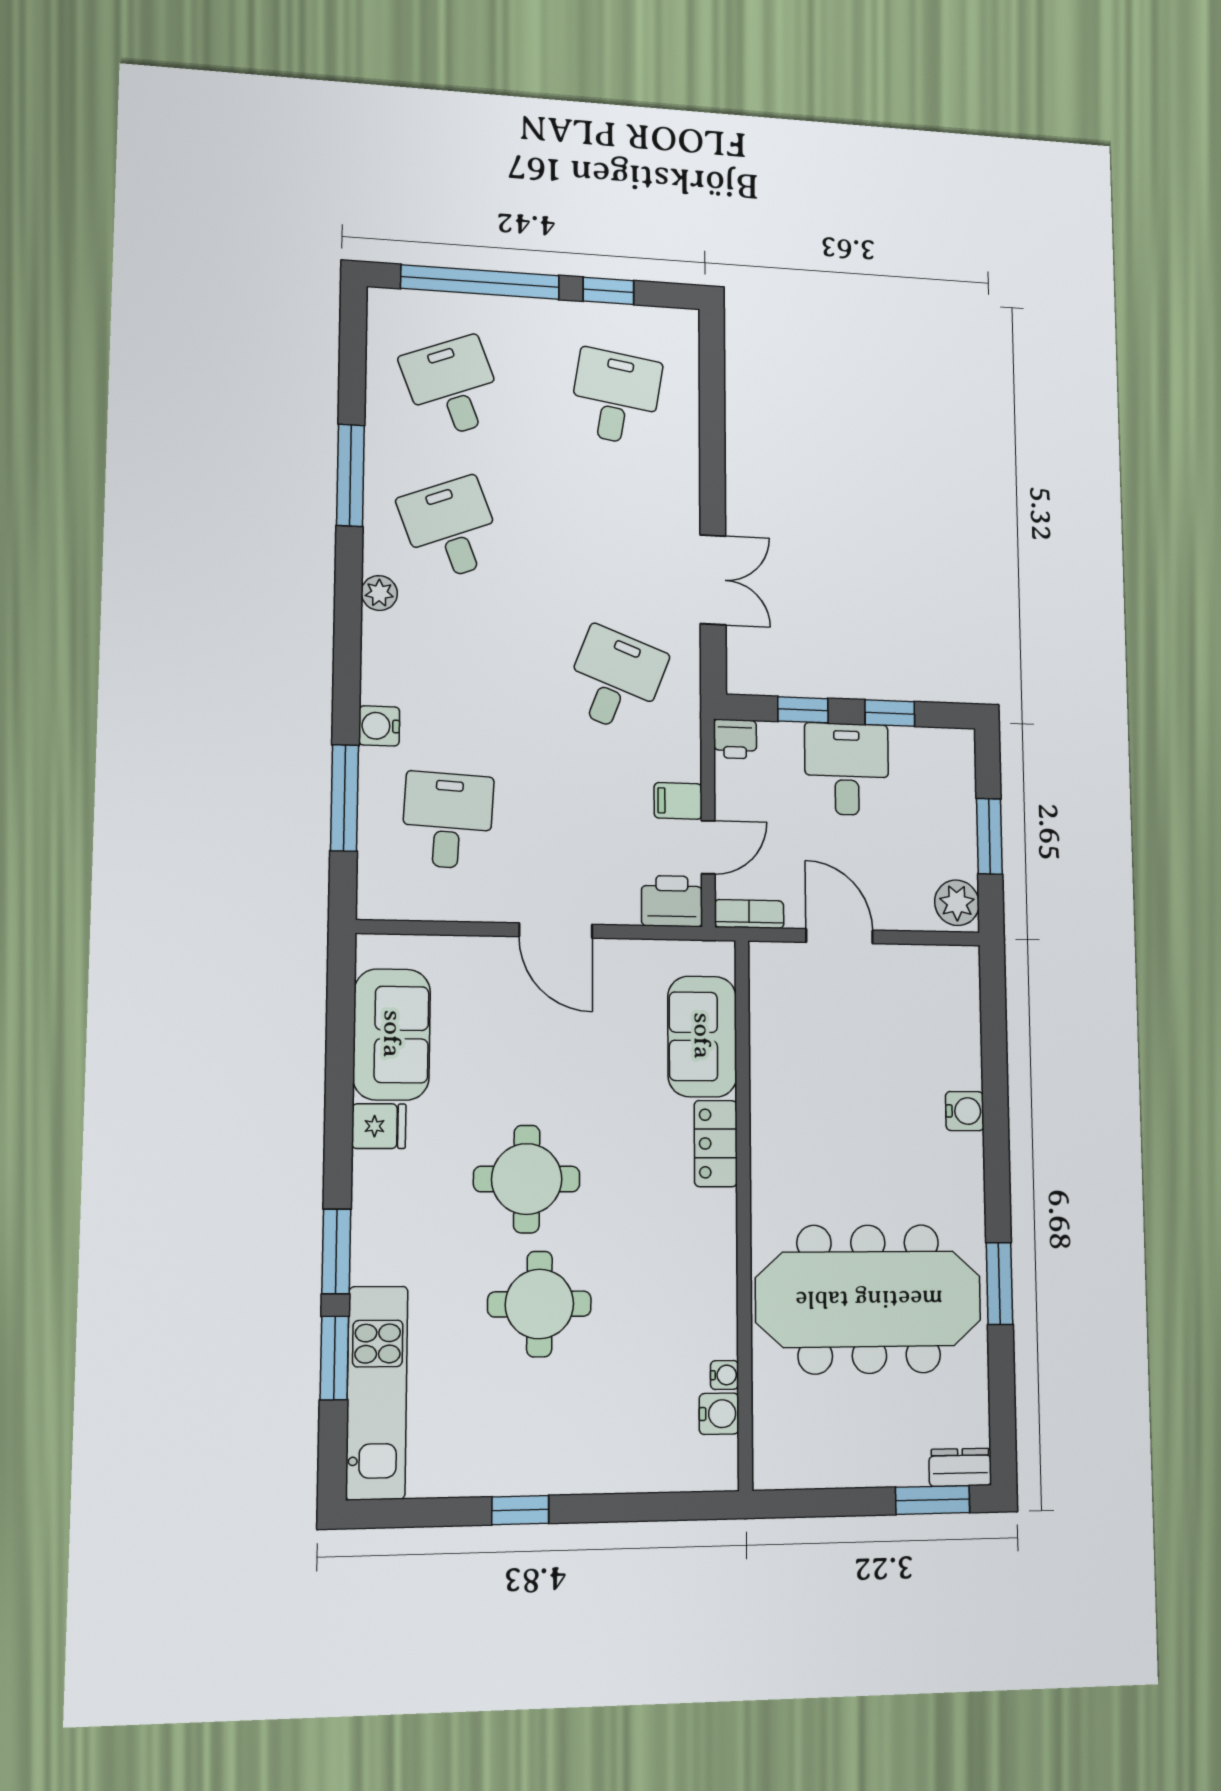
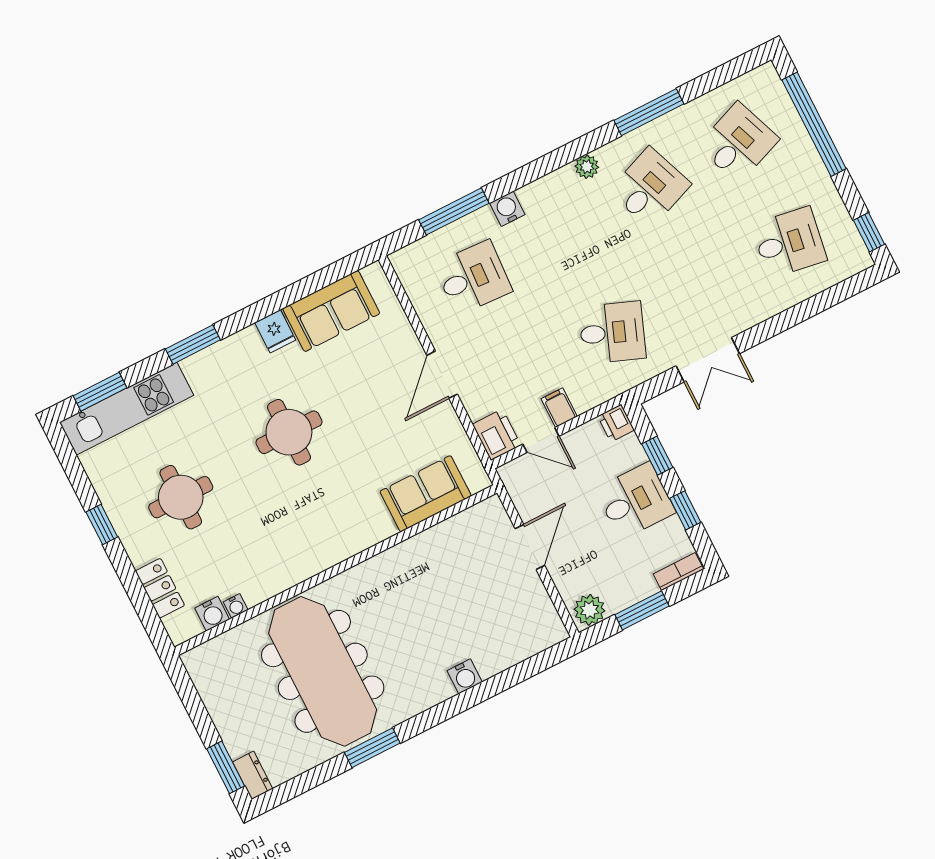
window: (608, 291) -> (869, 232), moved
bookcase: (749, 914) -> (678, 572), moved, turned -90
locker: (716, 1144) -> (160, 588), moved, turned 90
round table: (539, 1304) -> (181, 497), moved
window: (334, 1358) -> (100, 392), moved

